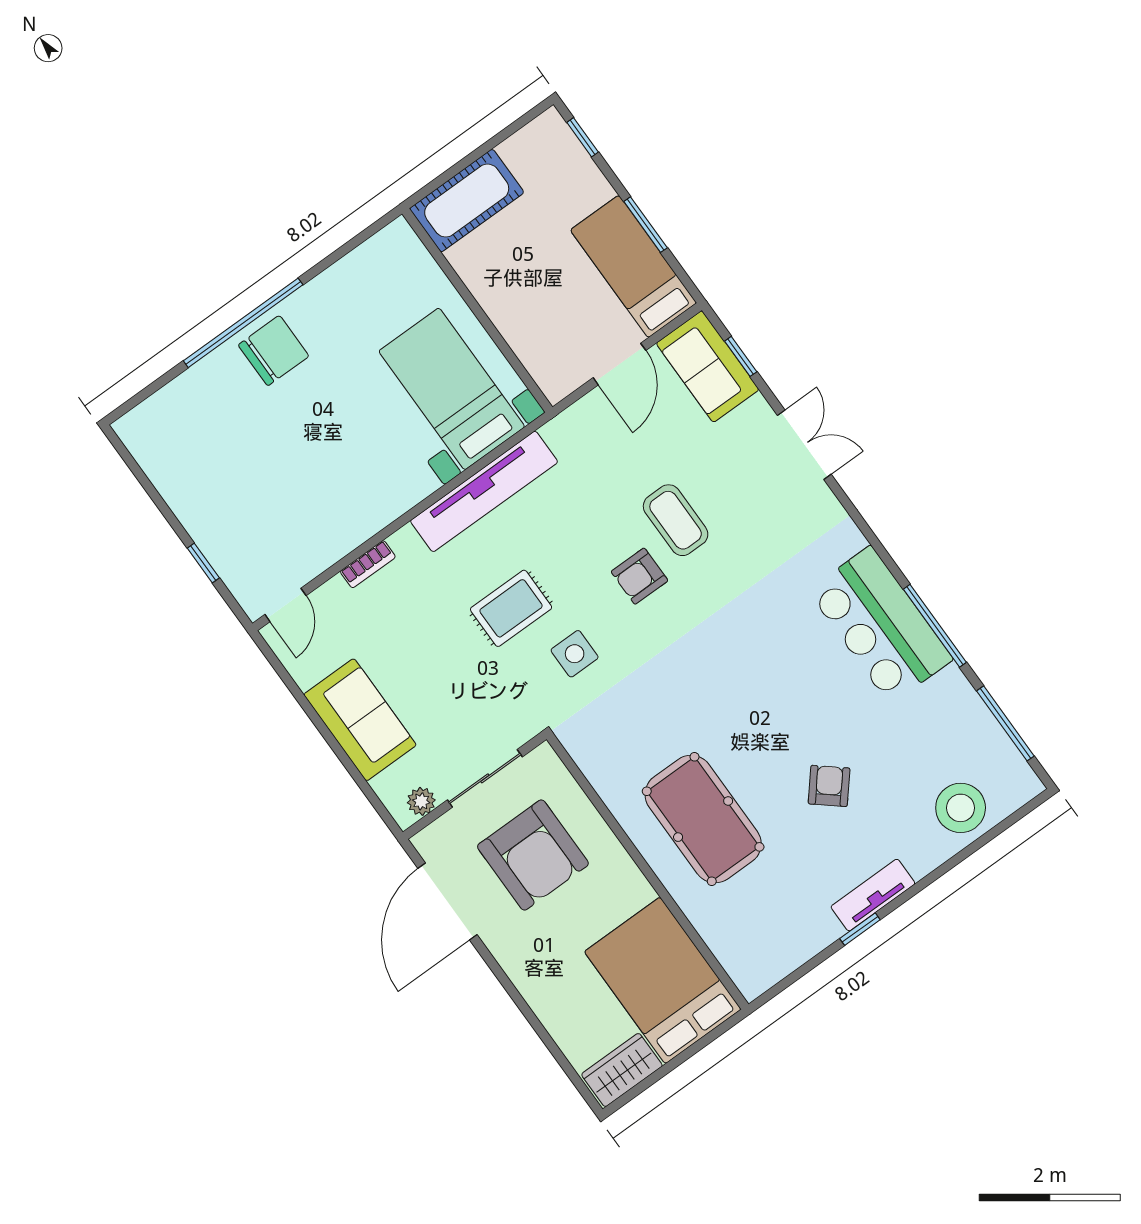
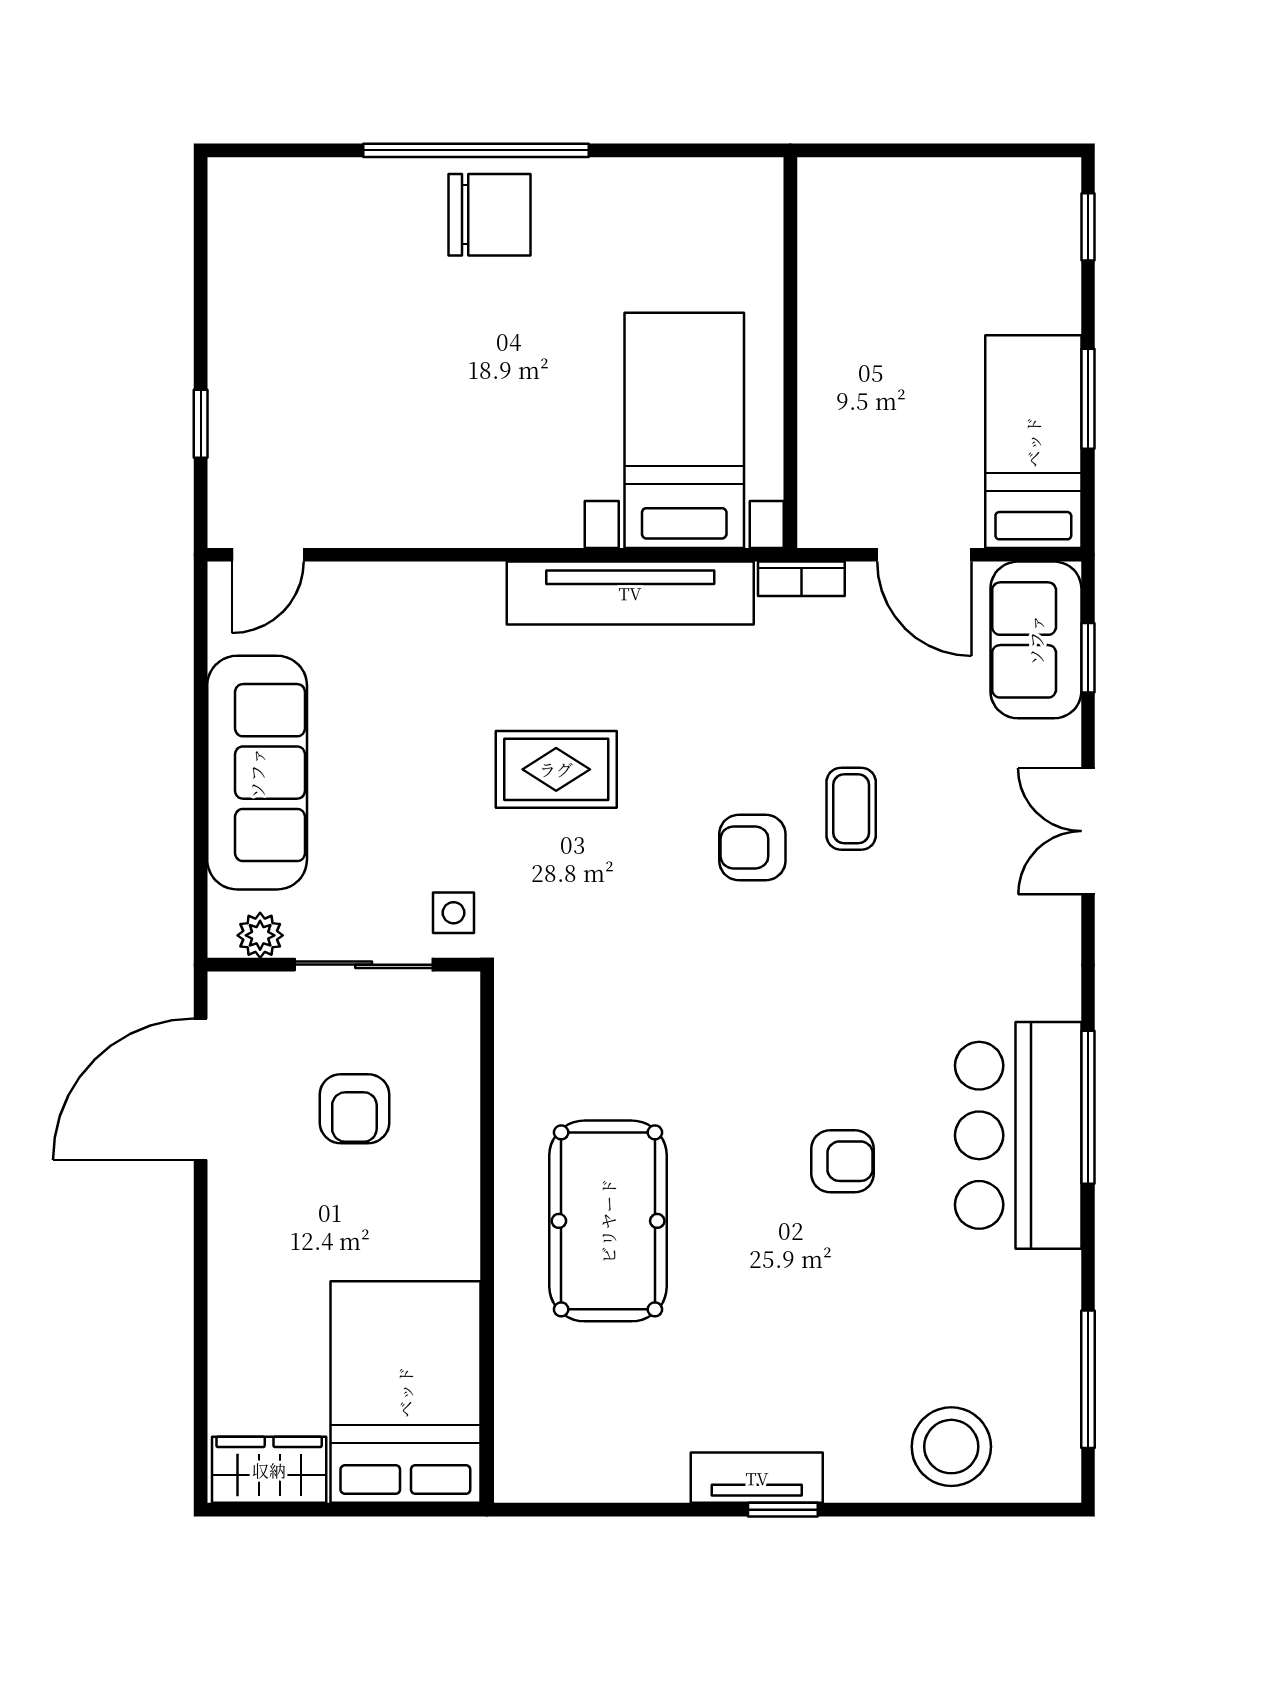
cot: (467, 201) -> (879, 201), removed
door: (619, 364) -> (924, 555), hinge flipped
double door: (804, 445) -> (1088, 831), swing flipped
coffee table: (676, 520) -> (851, 809), width x0.73, depth x0.77
bookcase: (368, 564) -> (801, 579), moved
window: (935, 626) -> (1088, 1107), moved
side table: (575, 654) -> (454, 913), moved, width x0.73, depth x0.73
sofa: (360, 720) -> (257, 773), width x1.36
armchair: (829, 786) -> (843, 1161), moved, turned 50
armchair: (533, 855) -> (354, 1109), width x0.53, depth x0.53
window: (860, 929) -> (783, 1510), moved

